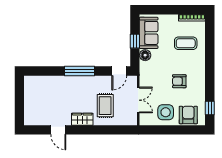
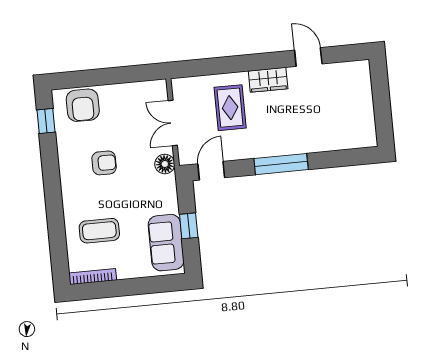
floor lamp: (145, 55) -> (165, 164), moved
side table: (166, 112) -> (123, 106), removed

